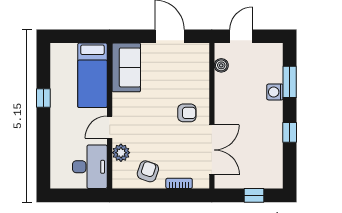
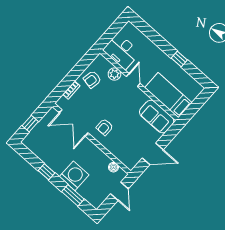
washing machine: (275, 92) -> (74, 176), width x1.89, depth x1.89
armchair: (148, 171) -> (92, 79), turned 82

